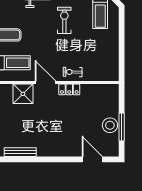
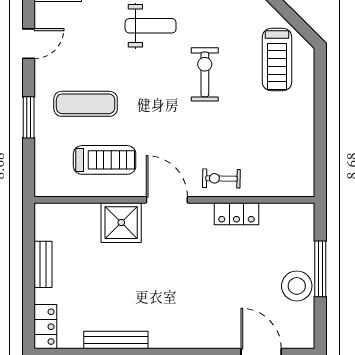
locker: (69, 89) -> (236, 214), moved
window: (122, 127) -> (320, 269), moved

